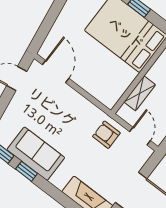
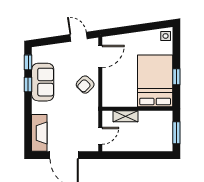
armchair: (106, 135) -> (85, 85), moved, turned -136

